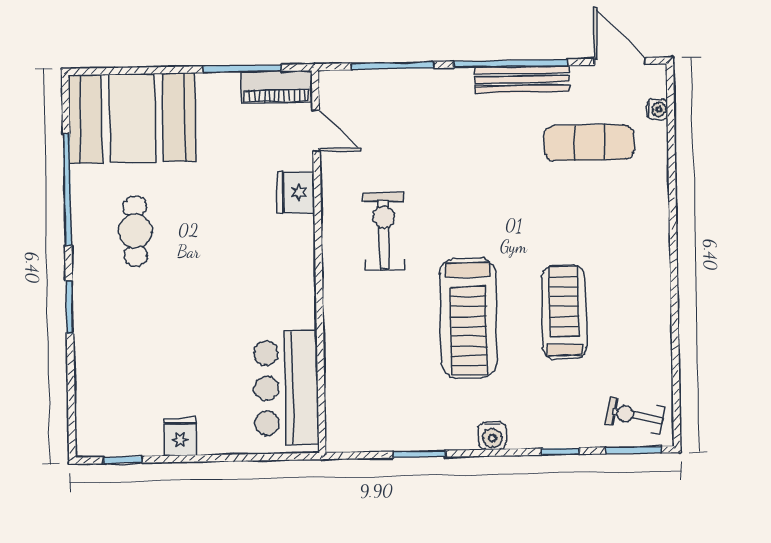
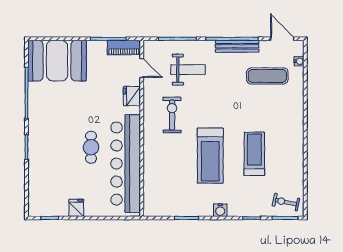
weight bench: (417, 132) -> (188, 70), added
cafe table: (135, 231) -> (91, 147), moved
bar counter: (286, 388) -> (126, 164), width x1.86

